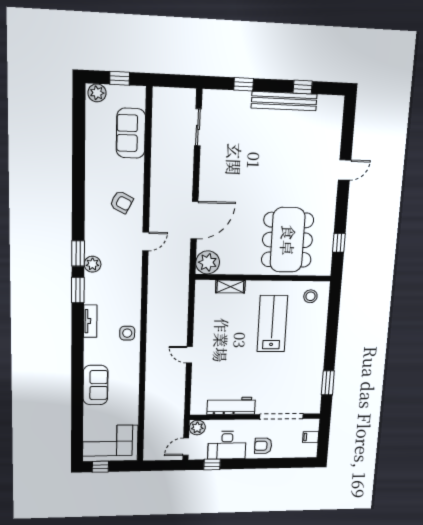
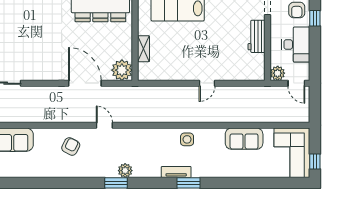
window: (78, 290) -> (188, 183), moved
sofa: (95, 385) -> (244, 139), moved, turned 180
workbench: (231, 406) -> (257, 36), width x0.73
window: (212, 464) -> (315, 18), moved

